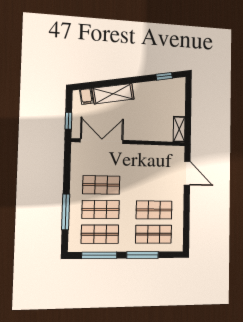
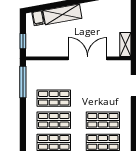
double door: (102, 141) -> (88, 58), moved
window: (66, 212) -> (23, 82), moved

